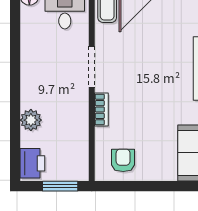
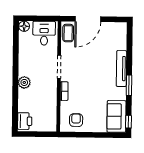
plant: (31, 120) -> (24, 82), moved
window: (60, 186) -> (40, 134), removed

